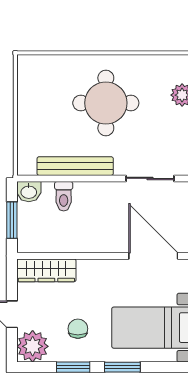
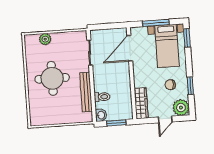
window: (122, 367) -> (187, 38), moved

